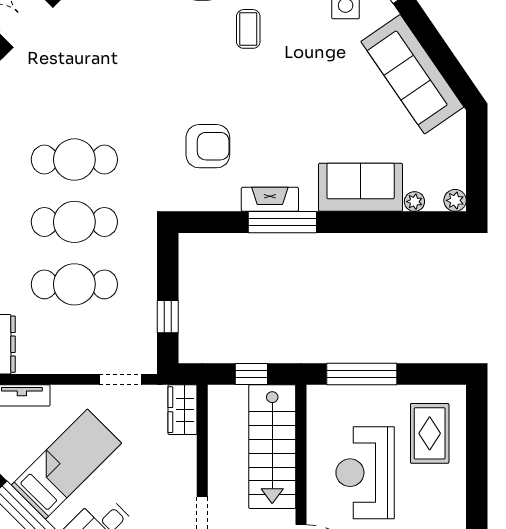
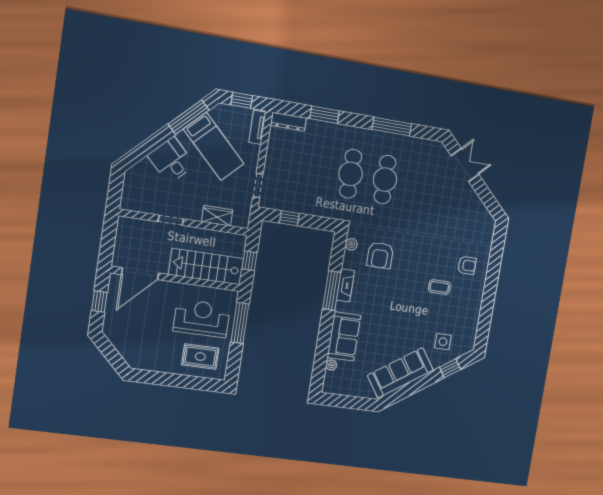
plant: (455, 200) -> (351, 244), moved
cafe table: (74, 284) -> (316, 168), removed
wardrobe: (183, 410) -> (217, 216), moved
reception desk: (365, 473) -> (202, 318), moved

